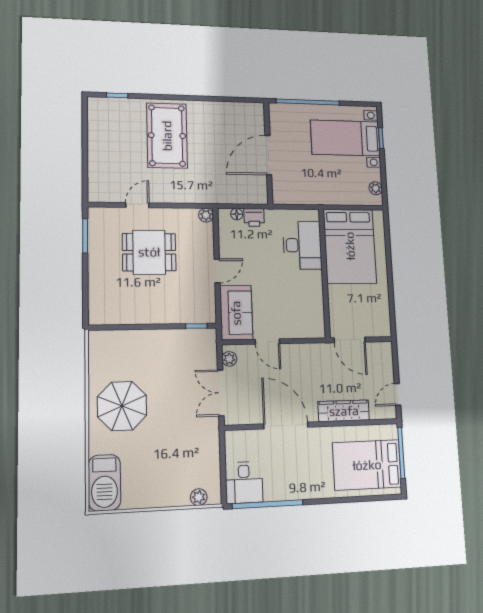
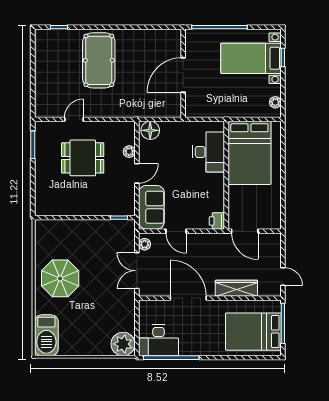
floor lamp: (237, 214) -> (150, 130), width x1.89, depth x1.89
plant: (206, 215) -> (129, 152), moved
printer: (254, 217) -> (217, 221), moved, turned 90
door: (397, 394) -> (283, 276), swing flipped
desk: (244, 482) -> (158, 340), width x1.37
plant: (199, 497) -> (123, 344), width x1.87, depth x1.87

